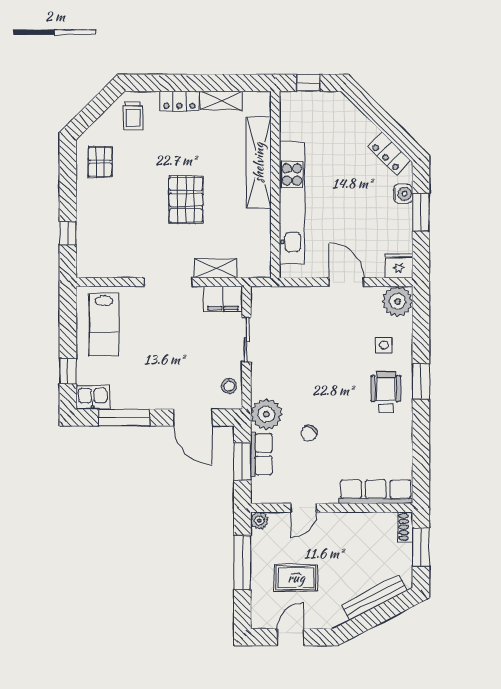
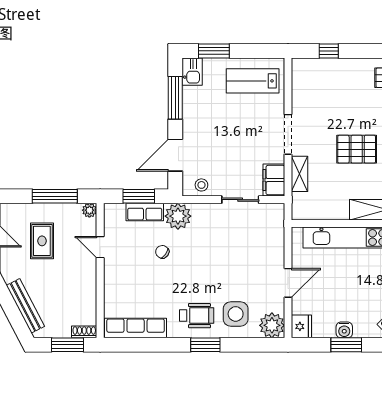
water cooler: (403, 194) -> (344, 330), moved
side table: (384, 345) -> (236, 314), width x1.87, depth x1.87
window: (68, 371) -> (214, 51), width x1.50
row of seats: (376, 492) -> (136, 328), moved, turned -90

